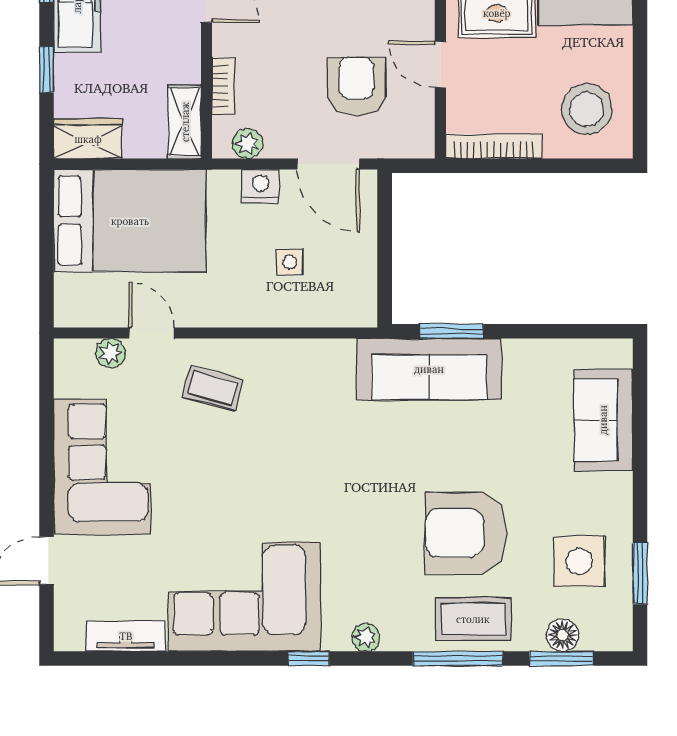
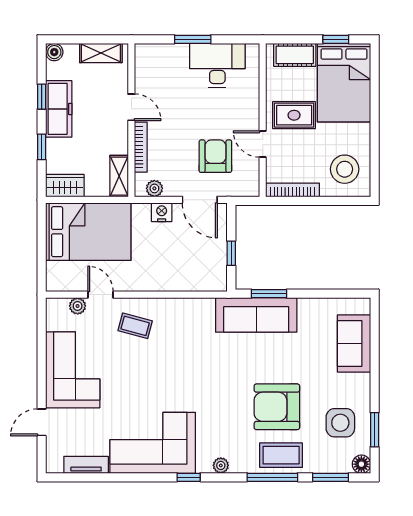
bookcase: (223, 86) -> (141, 147), width x1.56
window: (385, 259) -> (231, 253), added
side table: (290, 262) -> (178, 255), removed
floor lamp: (562, 635) -> (361, 464), moved

